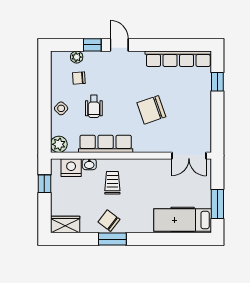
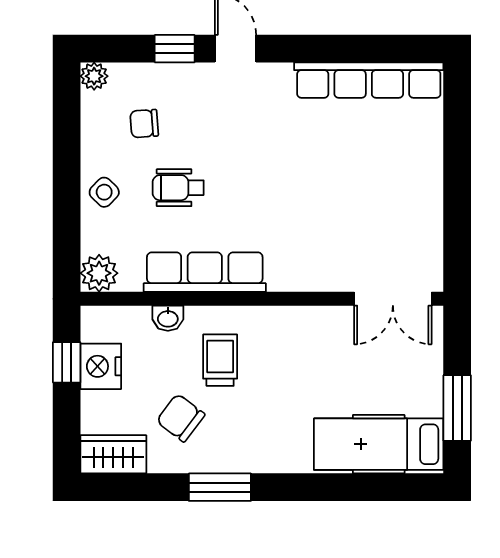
plant: (77, 57) -> (94, 76), moved
window: (217, 82) -> (457, 132), removed
wheelchair: (94, 106) -> (178, 188), turned 90
chair: (151, 110) -> (308, 195), removed
nightstand: (71, 168) -> (101, 366), moved, turned -90
chair: (109, 221) -> (181, 418), moved

